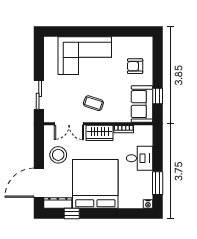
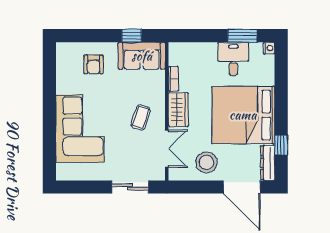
desk: (140, 158) -> (233, 59), moved

